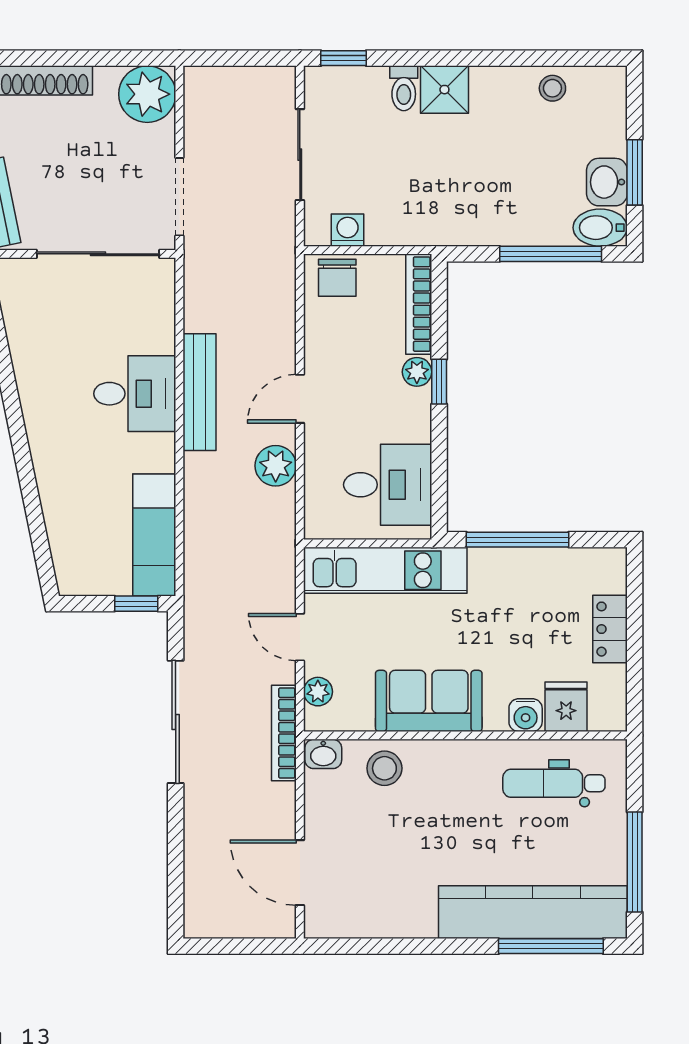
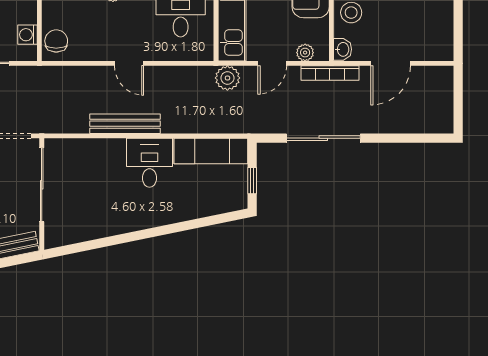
chair: (337, 278) -> (56, 41), turned -90
desk: (135, 394) -> (149, 163), moved
plant: (276, 466) -> (227, 78), moved
window: (136, 604) -> (252, 181), moved
door: (300, 873) -> (391, 63), moved

